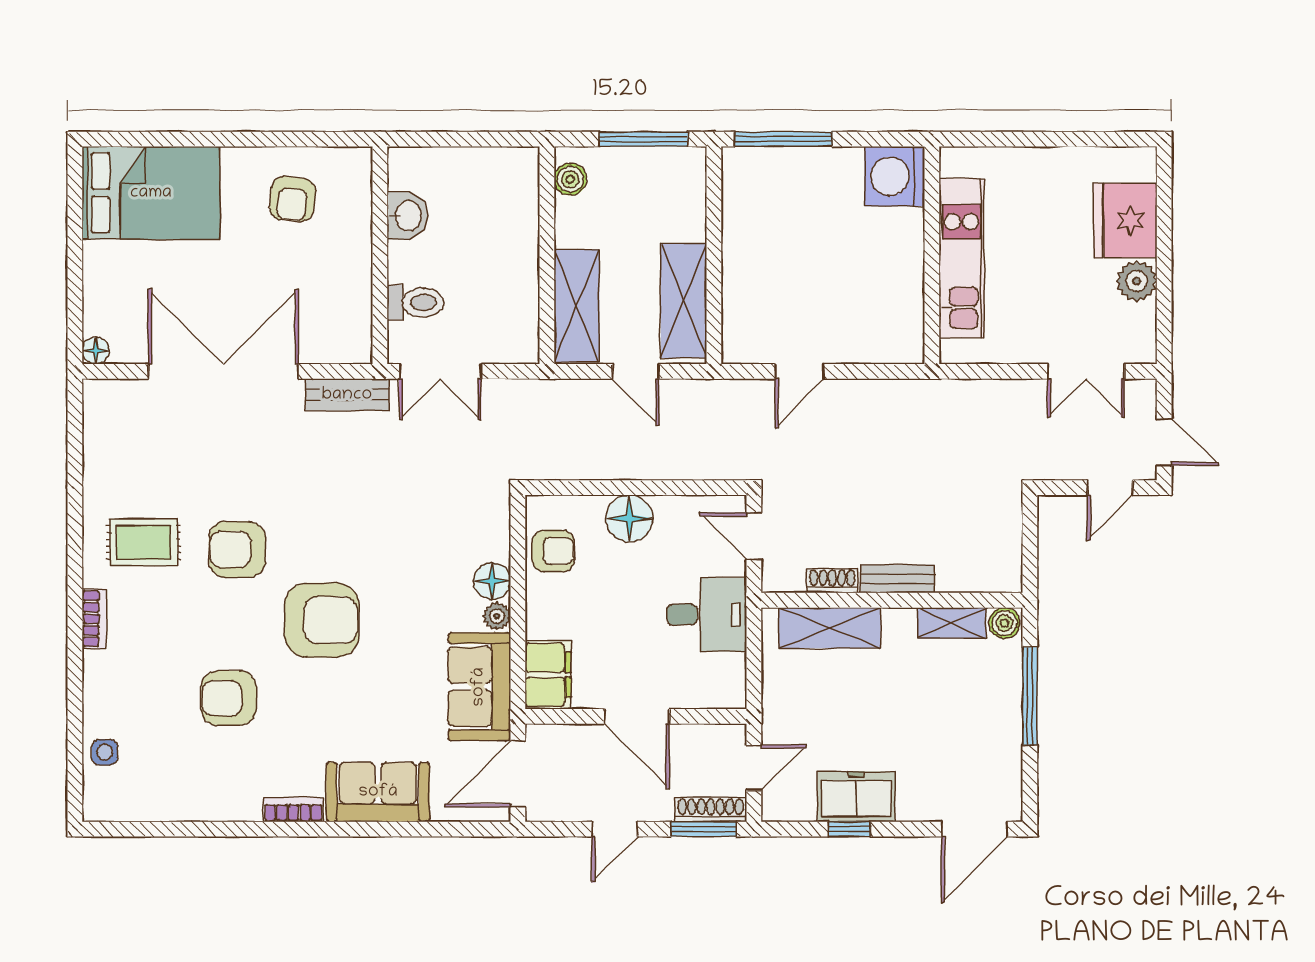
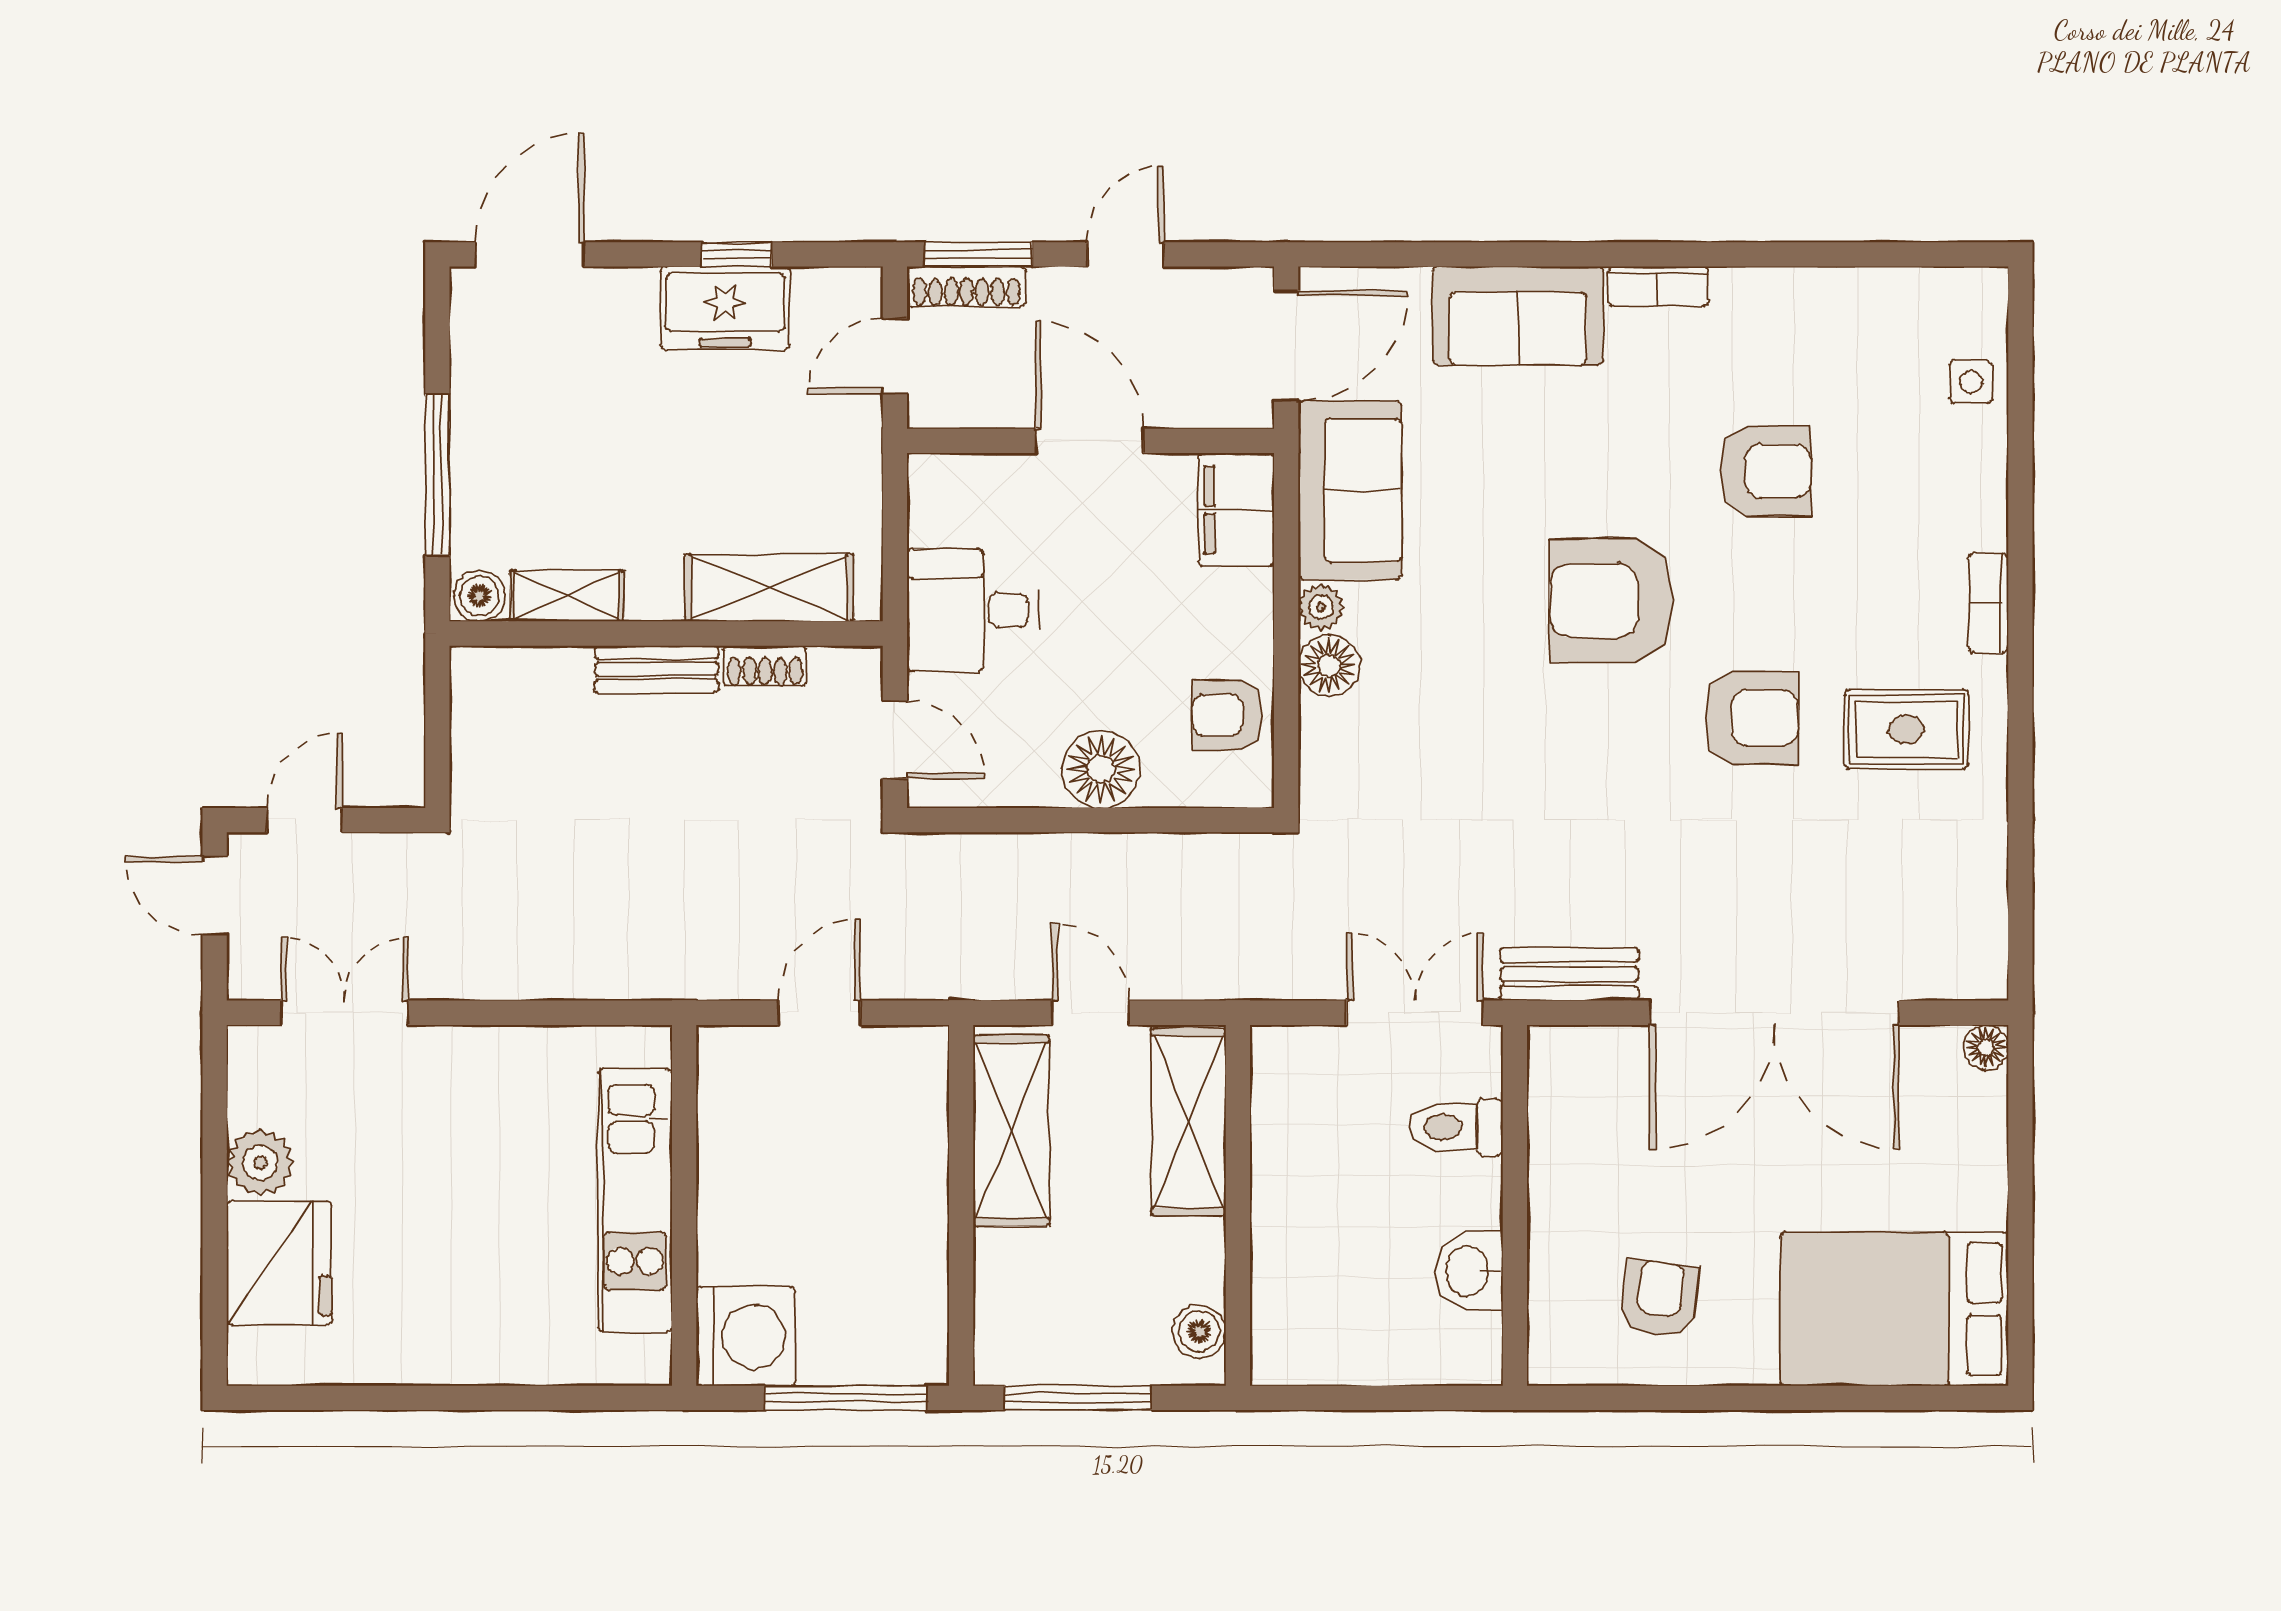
washing machine: (895, 176) -> (746, 1336), moved
wall: (932, 255) -> (684, 1205), moved
kitchen unit: (961, 258) -> (635, 1200), moved

